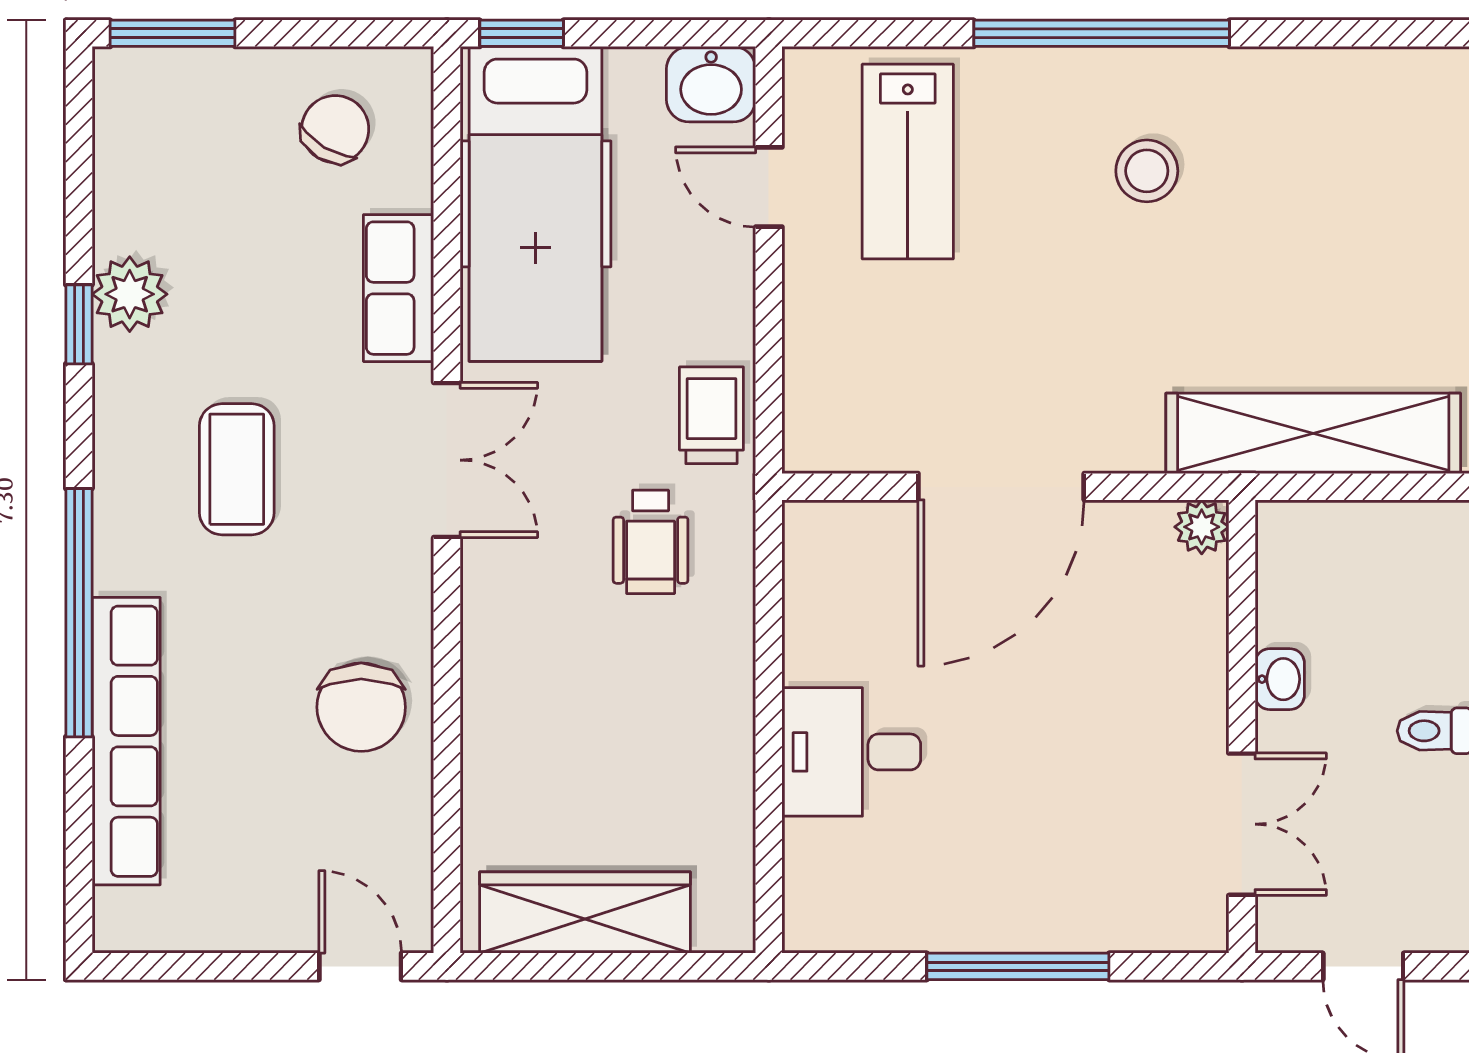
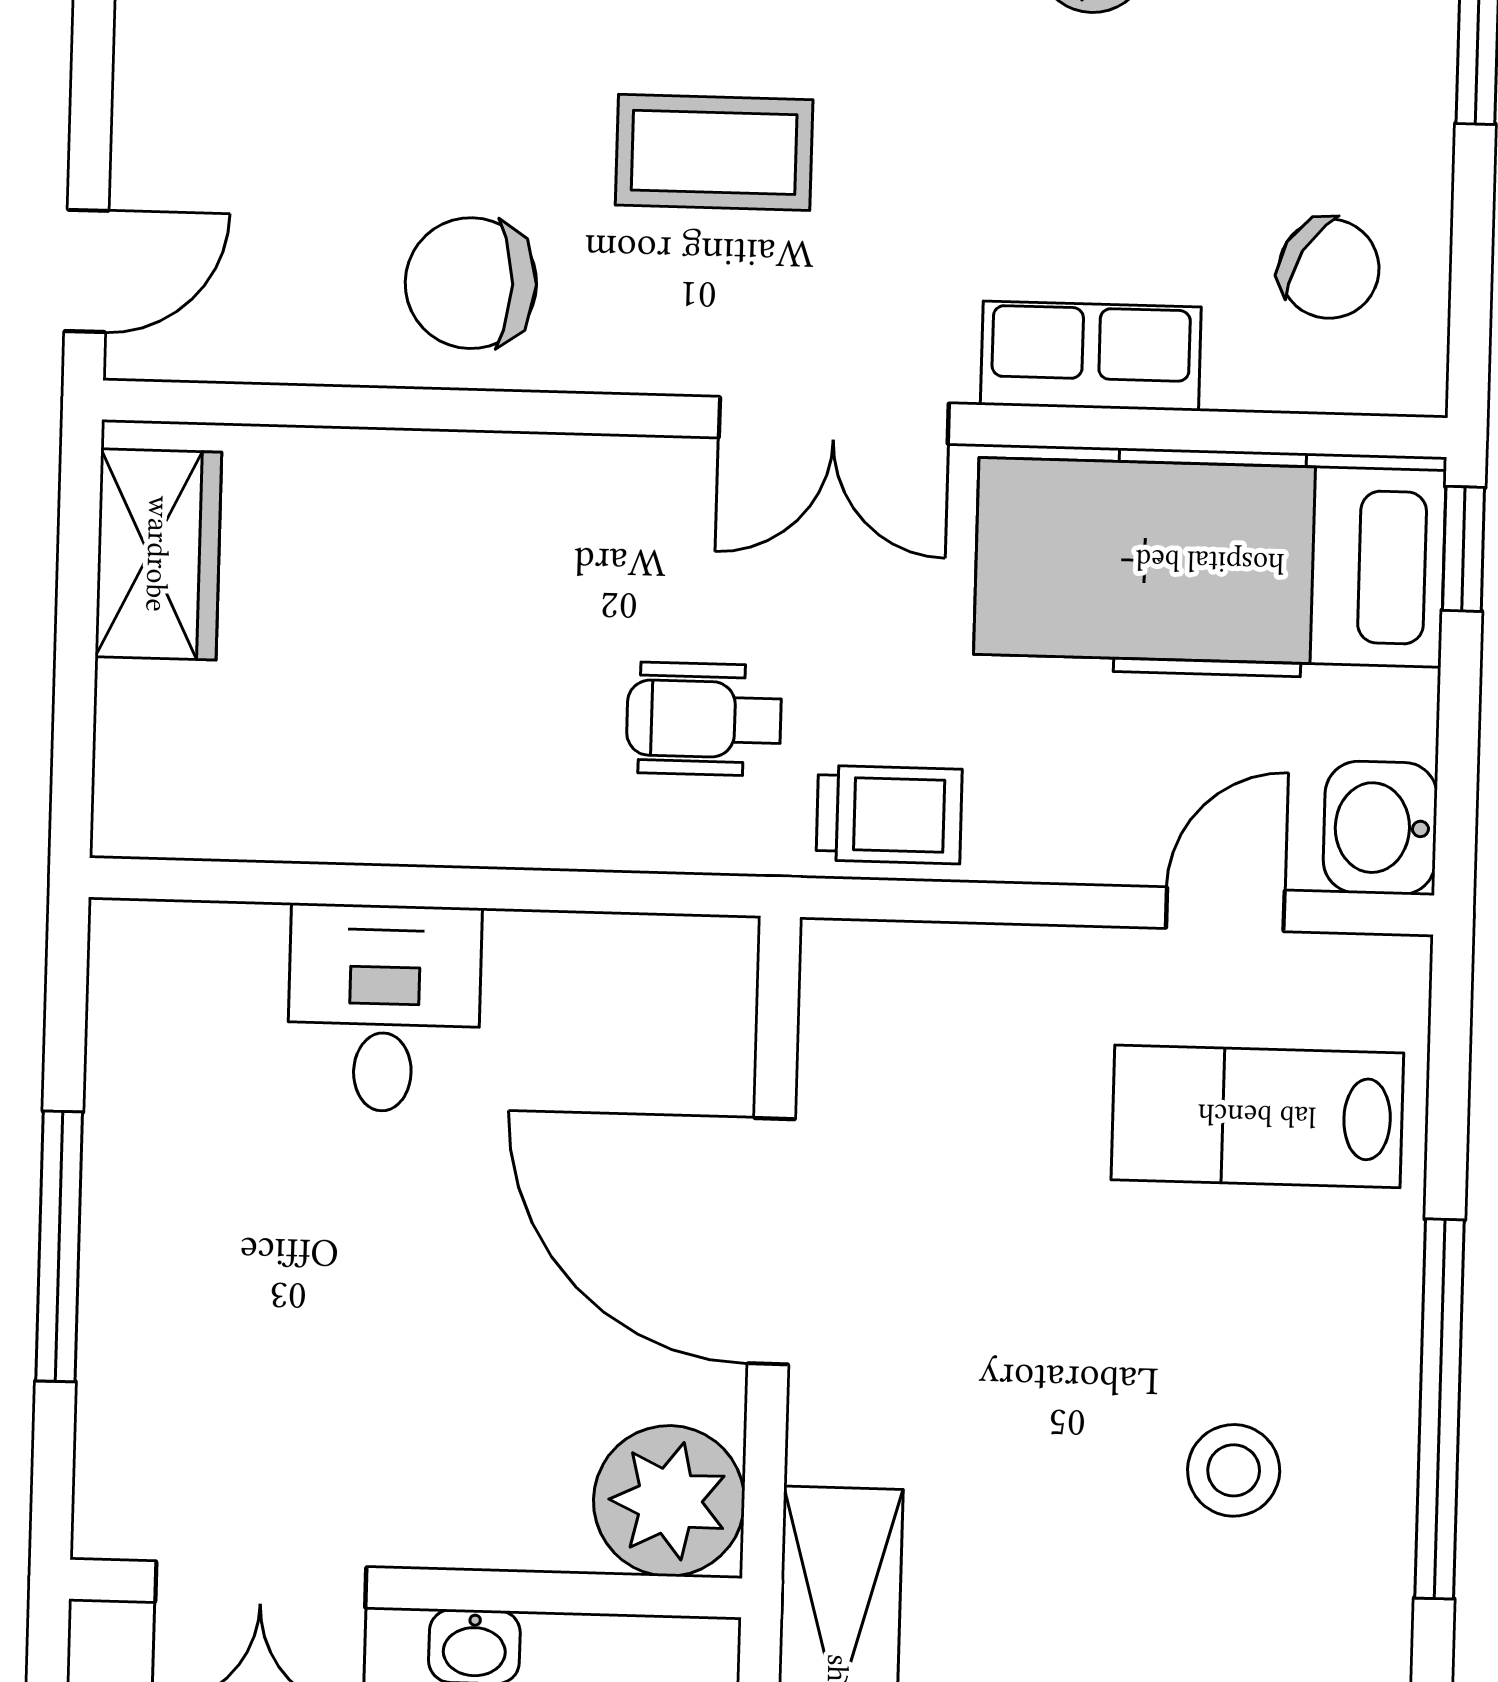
coffee table: (237, 469) -> (714, 152), moved
plant: (1202, 527) -> (669, 1501), width x1.88, depth x1.88
wardrobe: (585, 913) -> (158, 554), width x0.67

